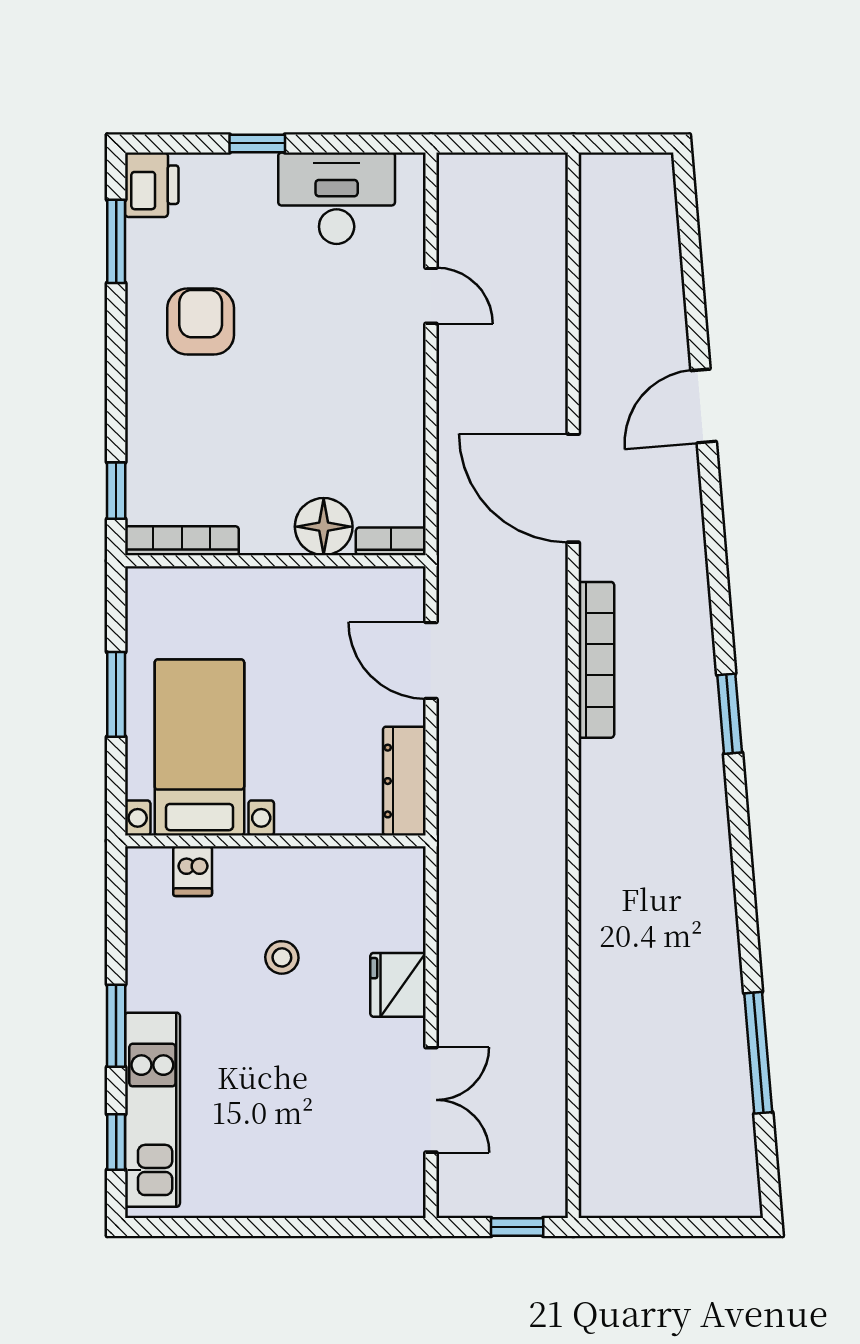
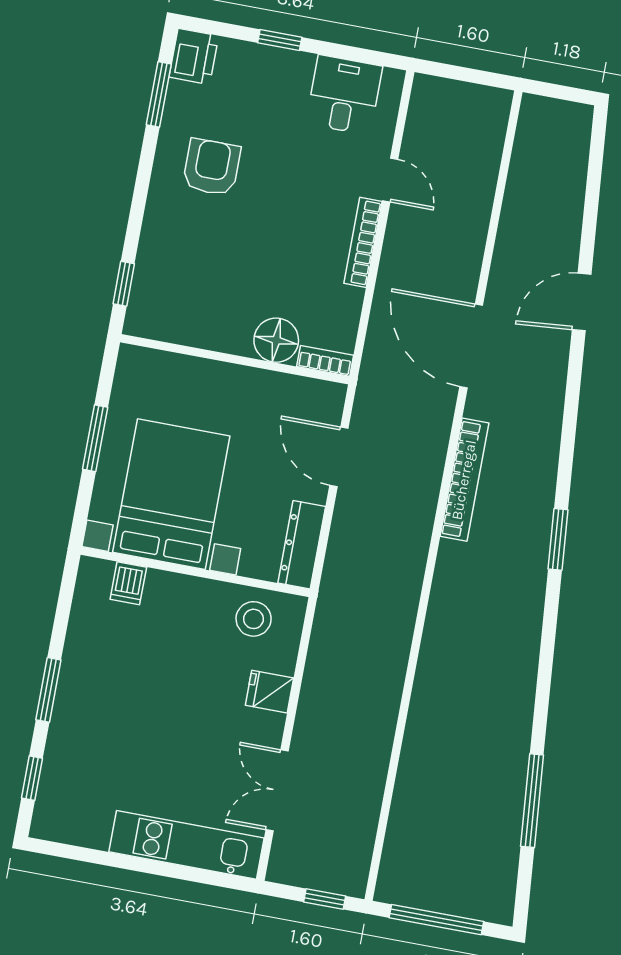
desk: (337, 198) -> (344, 95), width x0.73
bookcase: (182, 541) -> (363, 242), moved, turned -90
bed with nightstands: (199, 747) -> (171, 494), width x1.36
stool: (282, 957) -> (254, 619), moved, width x1.37, depth x1.37
fridge: (398, 985) -> (269, 692), width x0.72
double door: (431, 1100) -> (277, 790), swing flipped
kitchen unit: (152, 1110) -> (186, 845), moved, turned -90
window: (664, 1227) -> (436, 920), added

